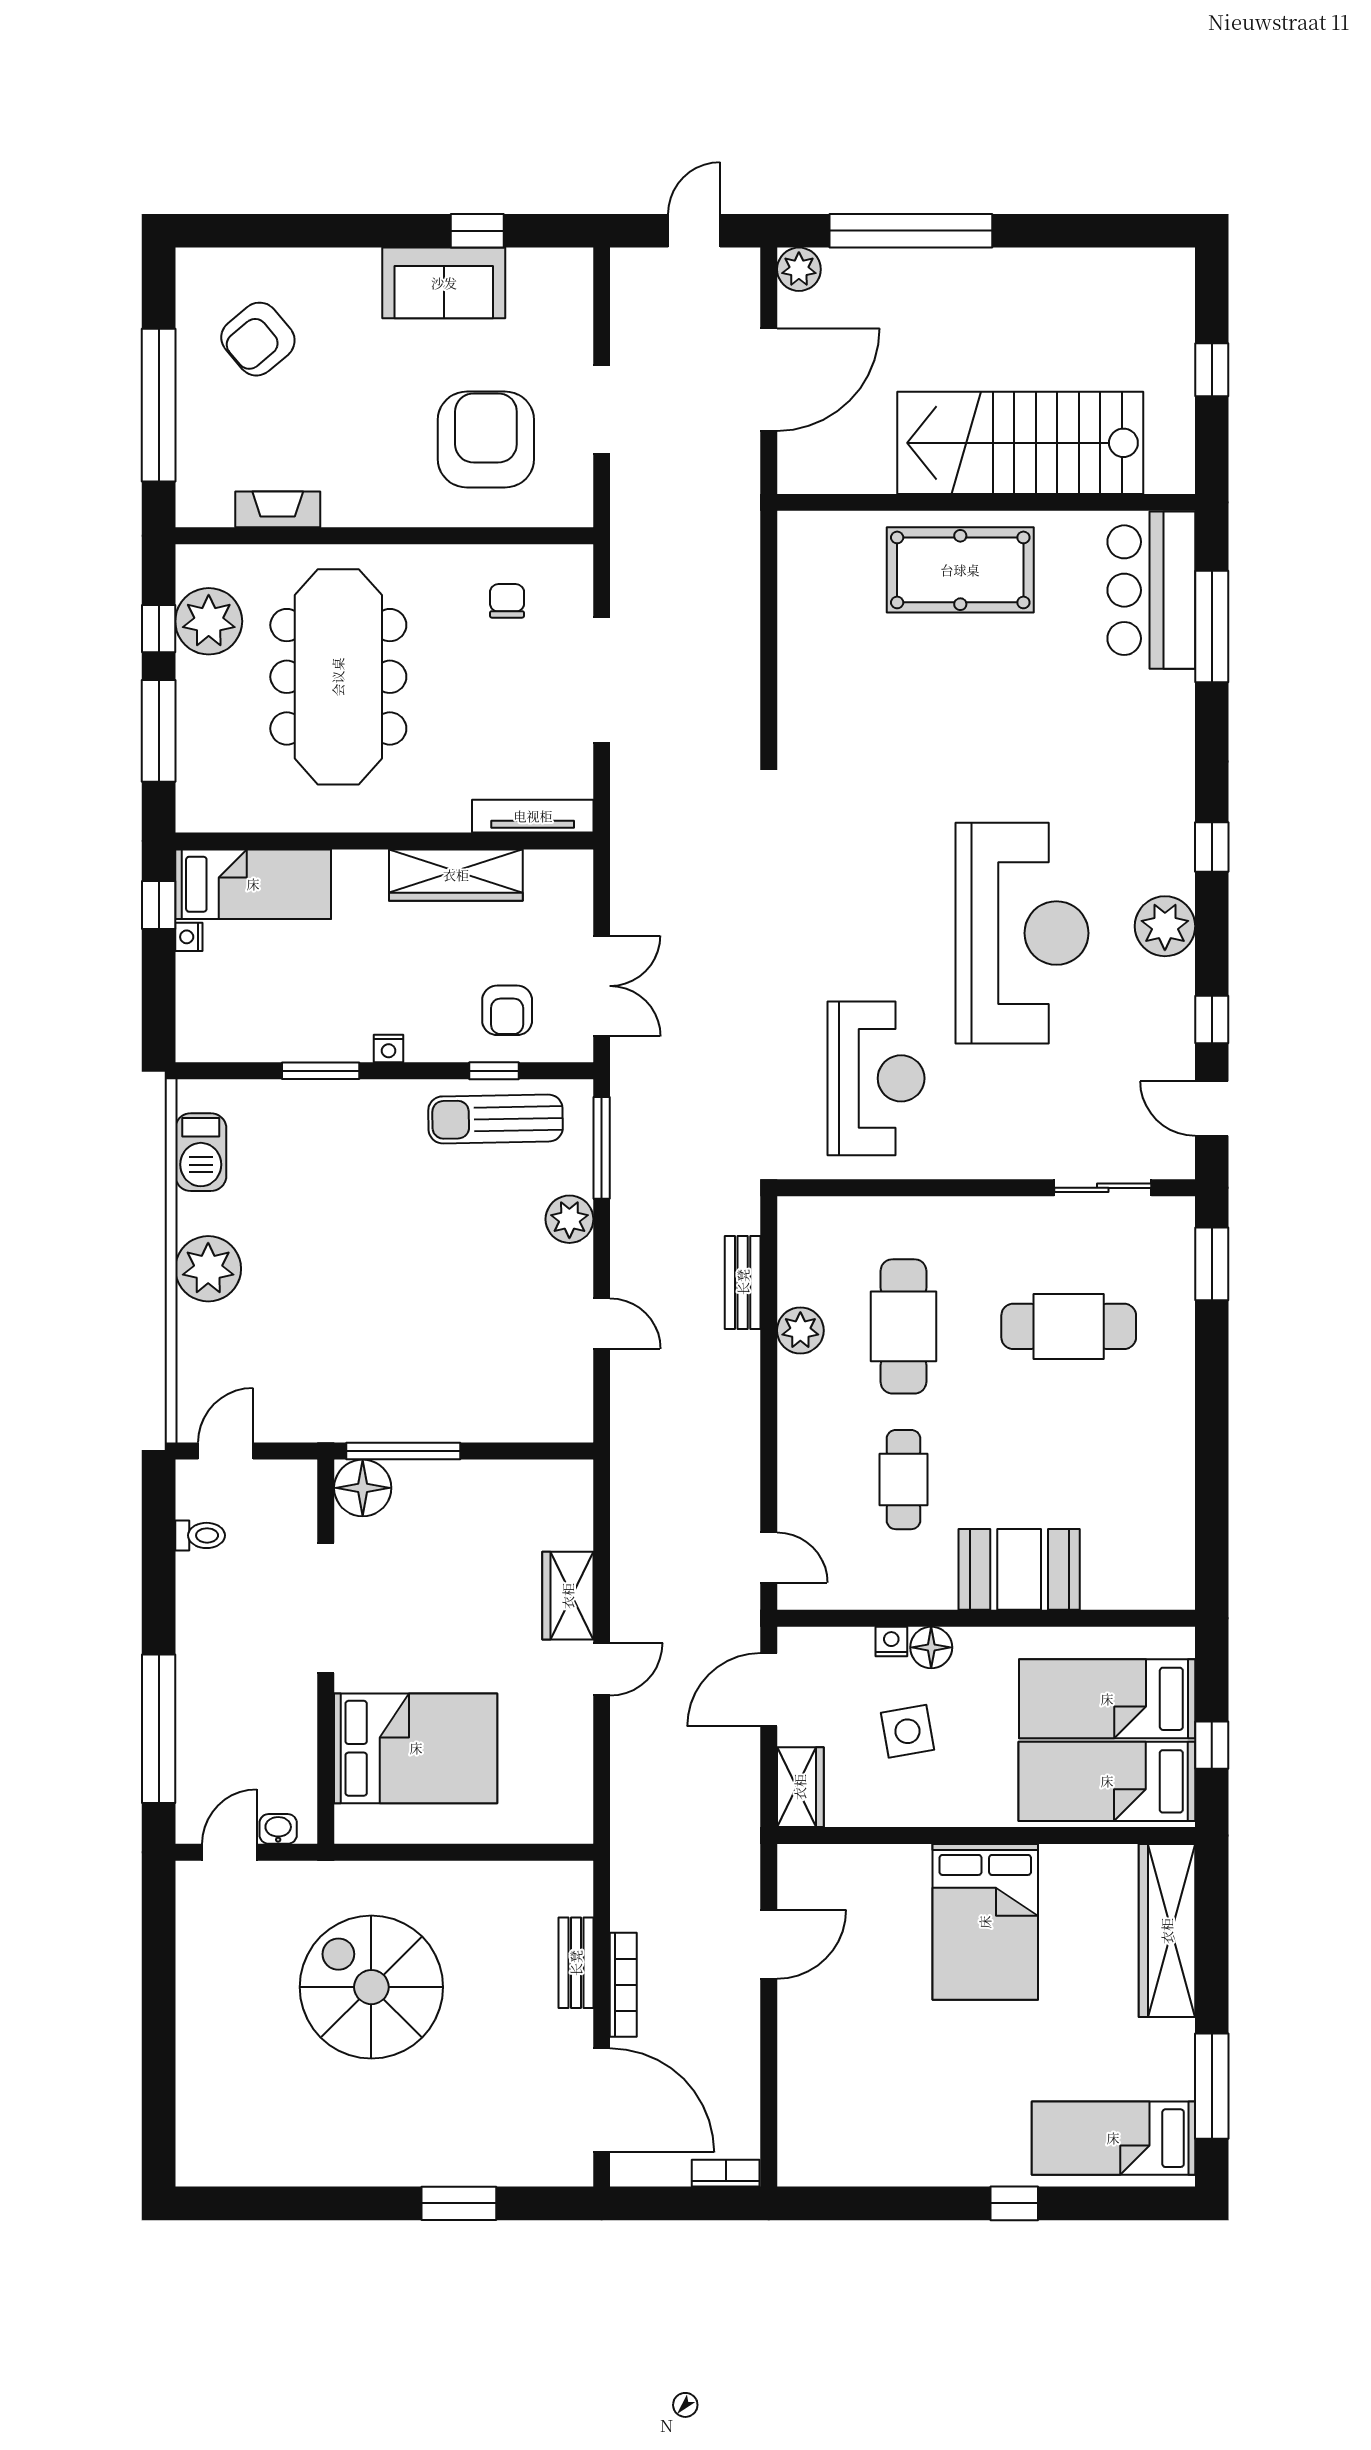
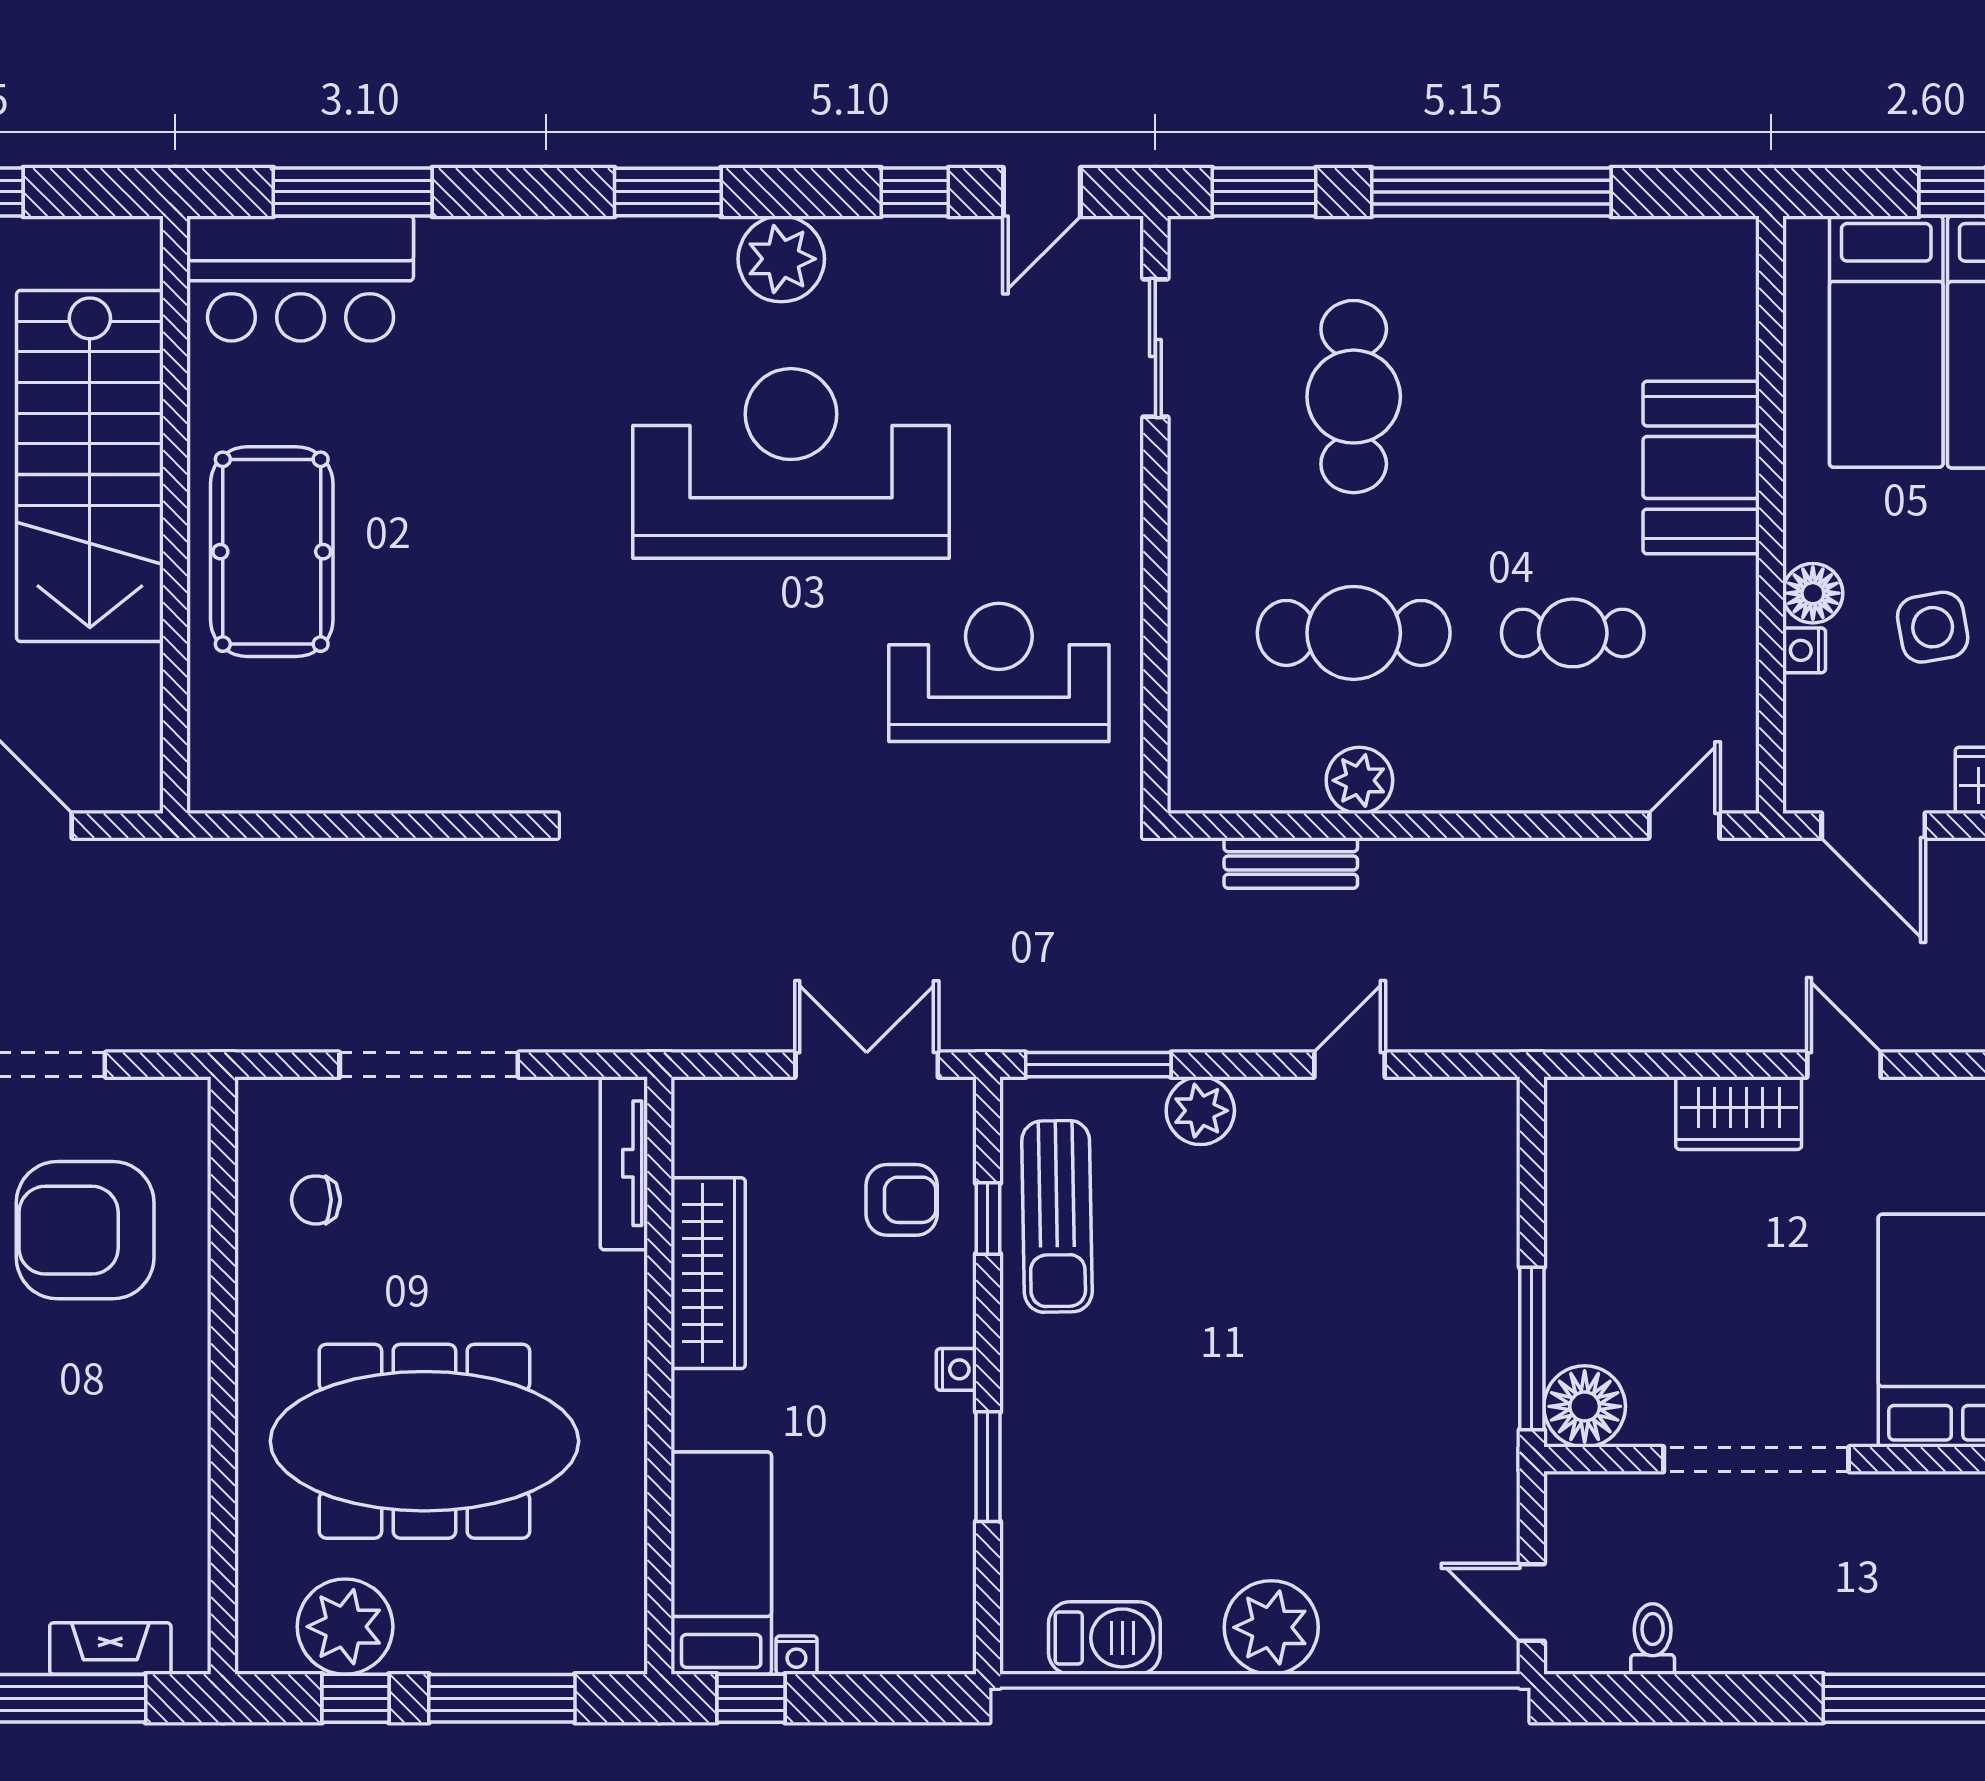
fireplace: (278, 509) -> (110, 1648), moved, turned 90
window: (1212, 847) -> (668, 192), width x1.50
window: (1212, 1423) -> (1491, 192), added

